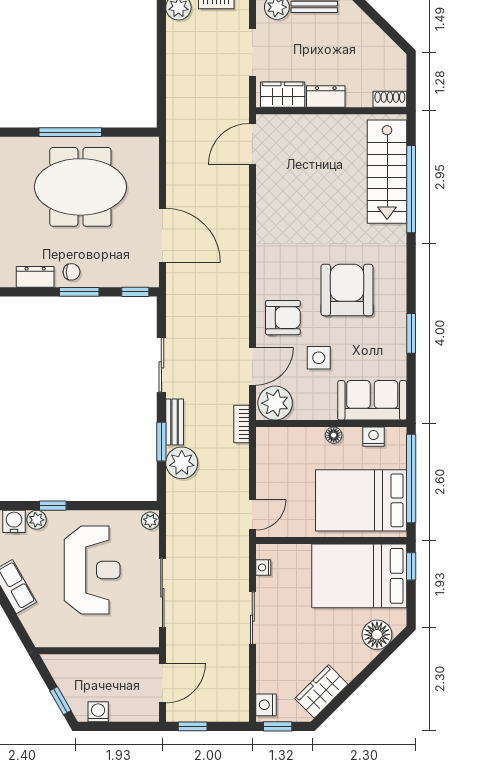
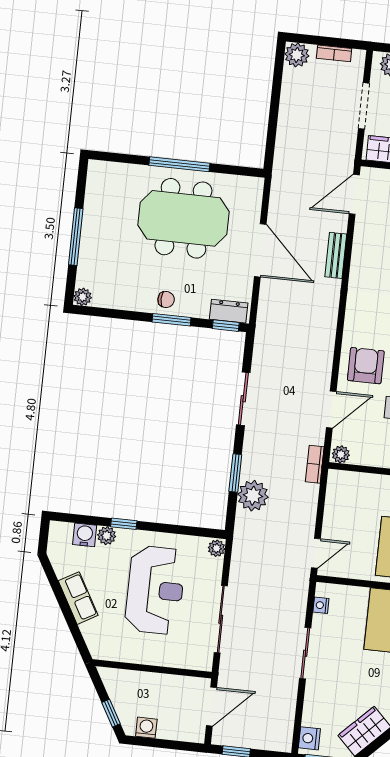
door: (162, 235) -> (260, 250), moved
dresser: (35, 277) -> (229, 311), moved
armchair: (283, 318) -> (366, 366), turned -90
plant: (275, 403) -> (341, 454), width x0.53, depth x0.53
bench: (175, 422) -> (336, 255), moved

